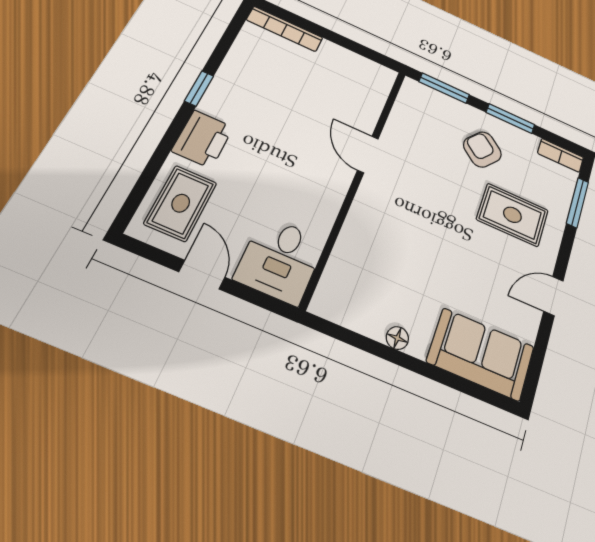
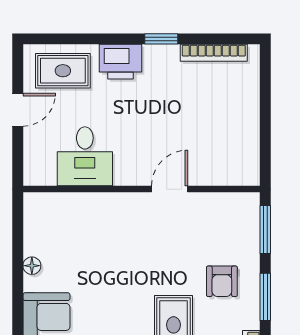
bookcase: (285, 29) -> (214, 53), moved, turned -90
armchair: (482, 149) -> (222, 281), turned 141
desk: (280, 260) -> (85, 156), moved, turned -90

